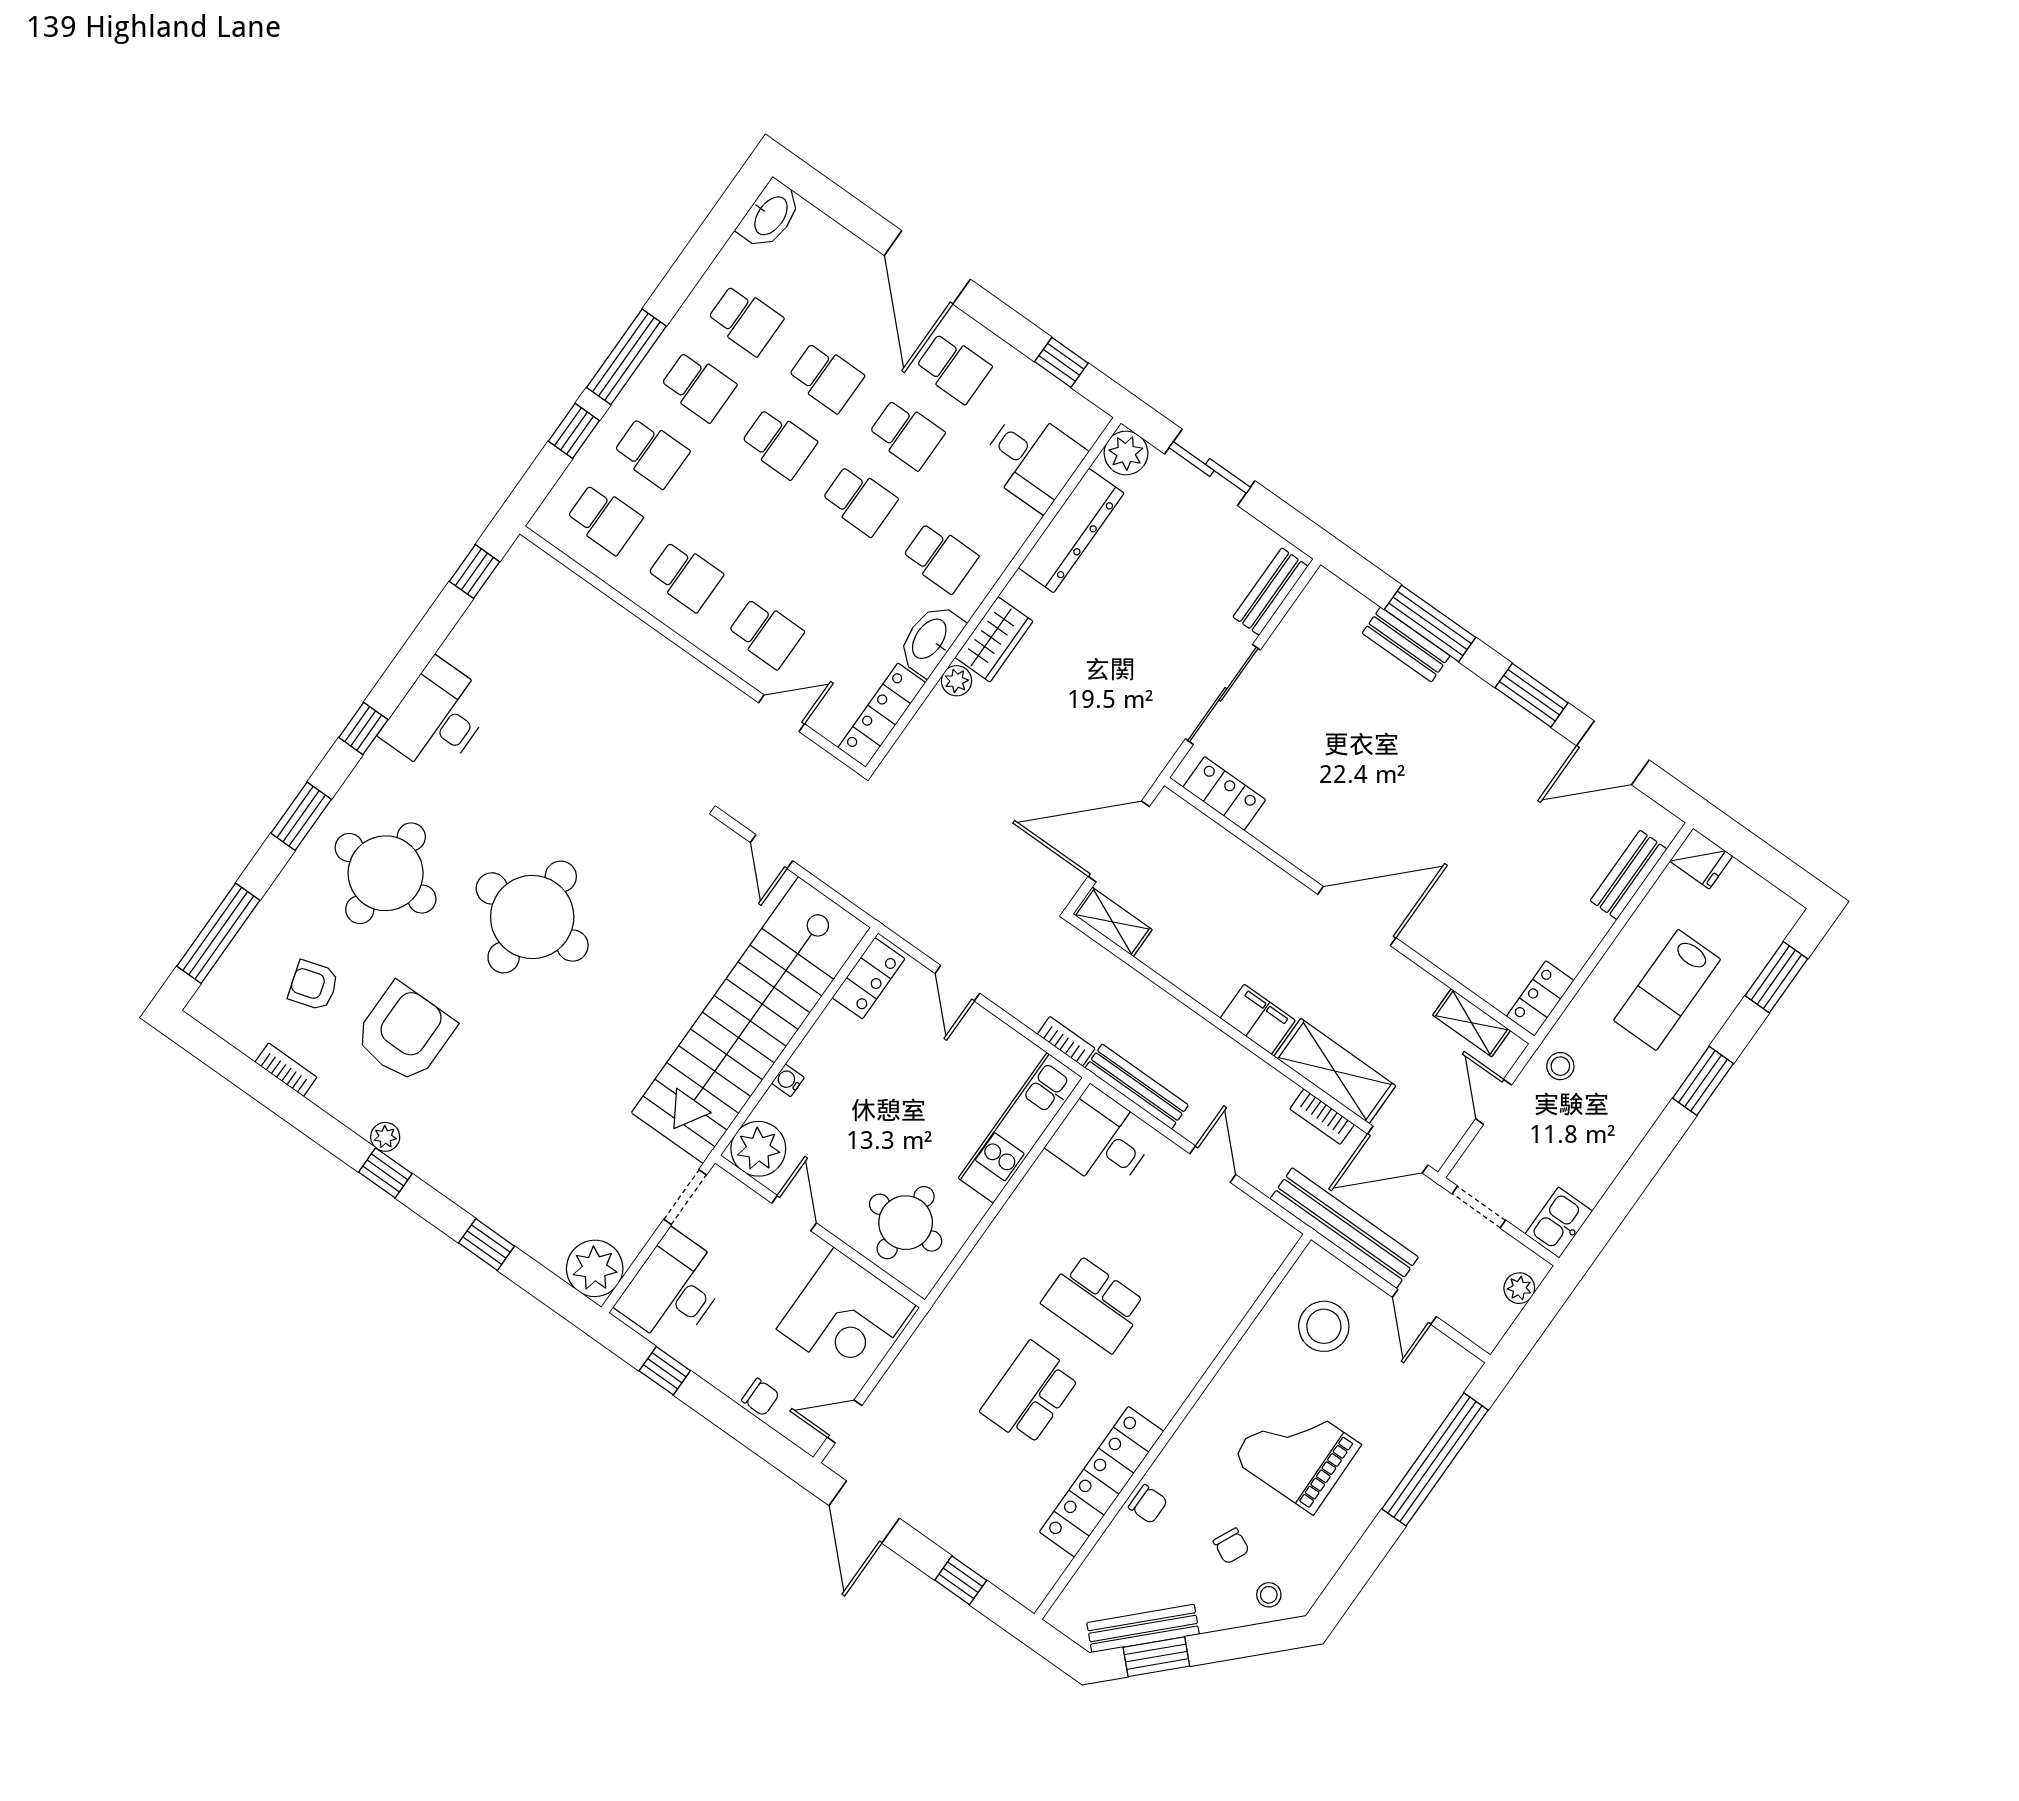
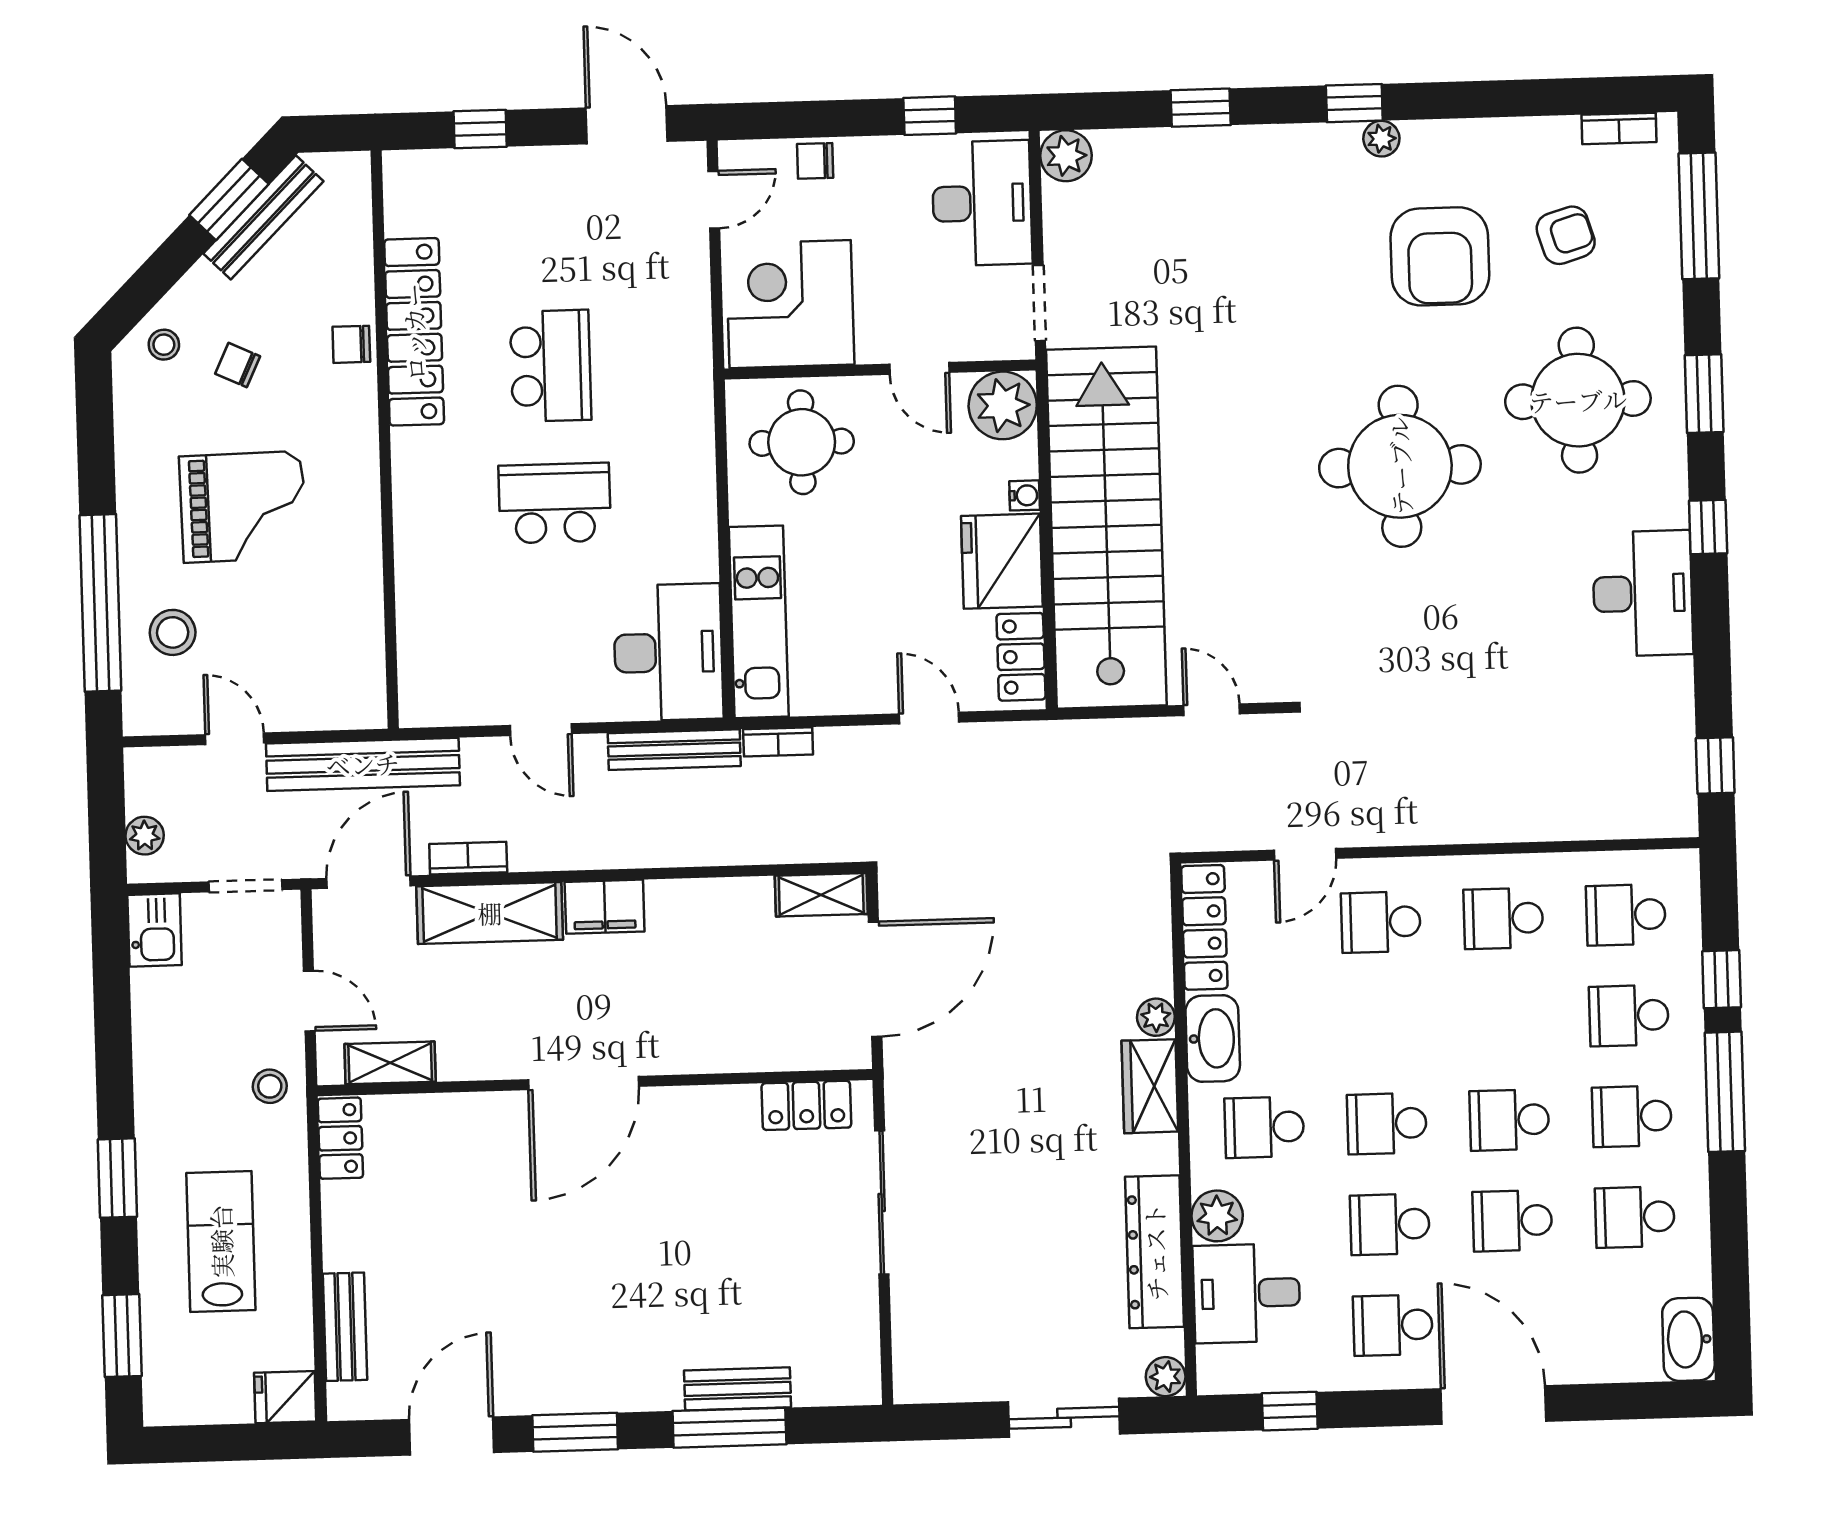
plant: (1126, 453) -> (1166, 1377), width x0.73, depth x0.73
plant: (1013, 523) -> (1217, 1216), added
bench: (1270, 592) -> (911, 1340), removed
fridge: (834, 1049) -> (1002, 561), added
bookcase: (286, 1070) -> (1619, 128), moved
desk: (1102, 1140) -> (668, 652), width x1.37
plant: (595, 1268) -> (1066, 156), width x0.73, depth x0.73
stool: (1324, 1326) -> (173, 632), moved, width x0.73, depth x0.73

